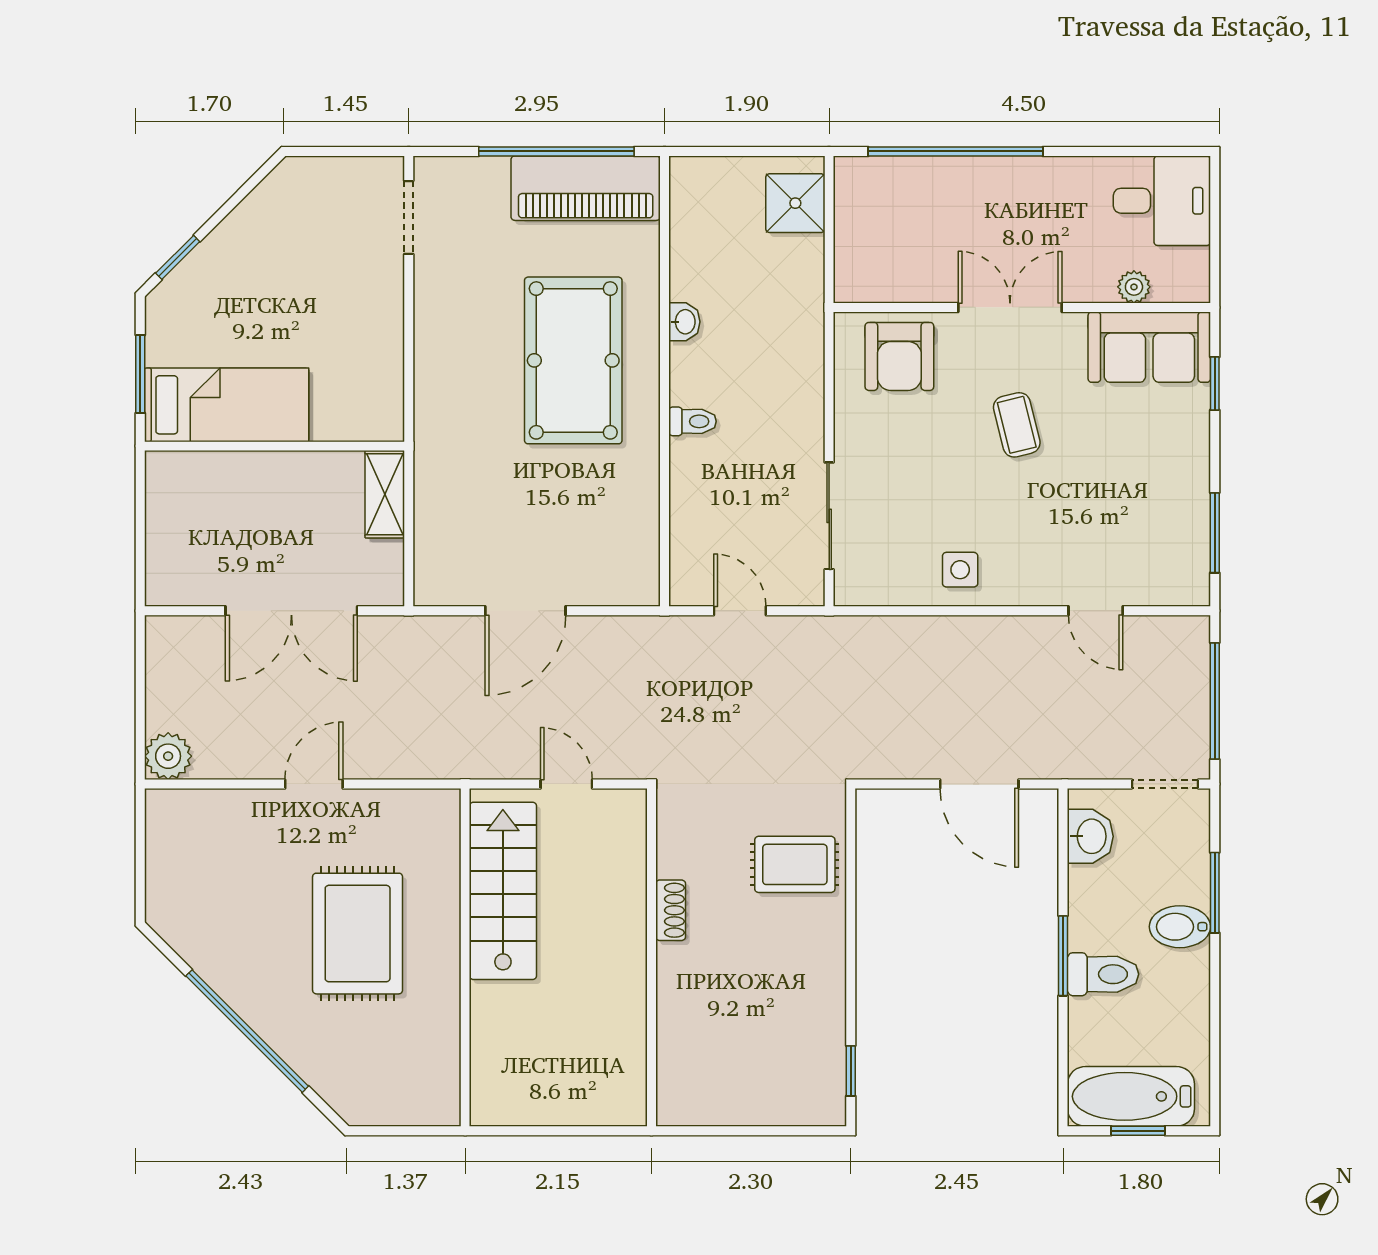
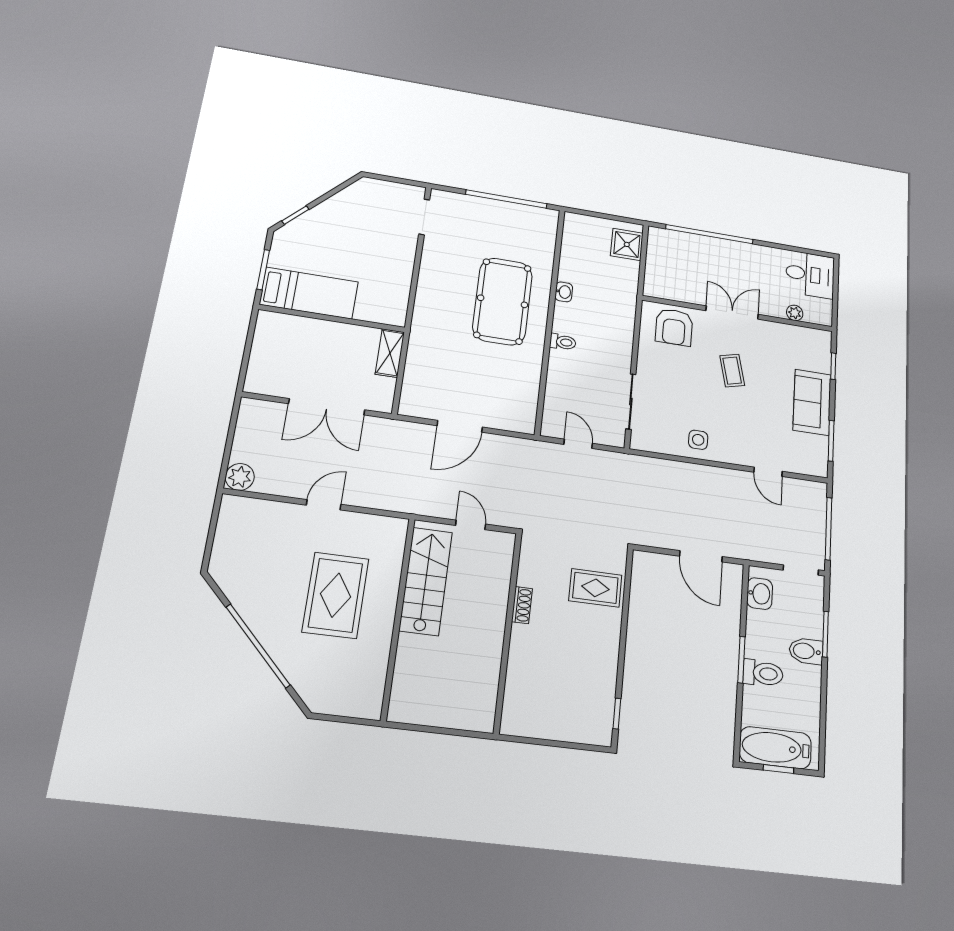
piano: (586, 188) -> (519, 219), removed
sofa: (1149, 347) -> (812, 402), moved, turned 90

